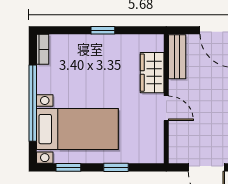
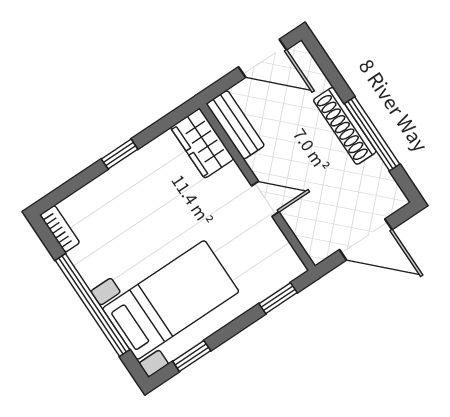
wardrobe: (152, 73) -> (202, 143), moved
window: (116, 167) -> (278, 298), moved

